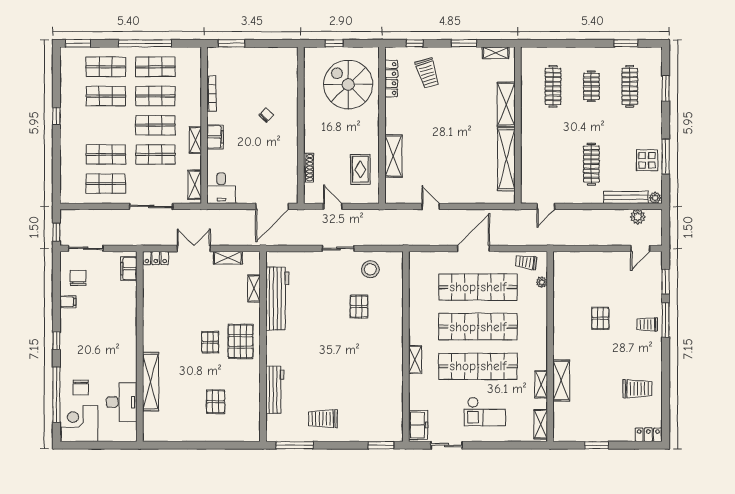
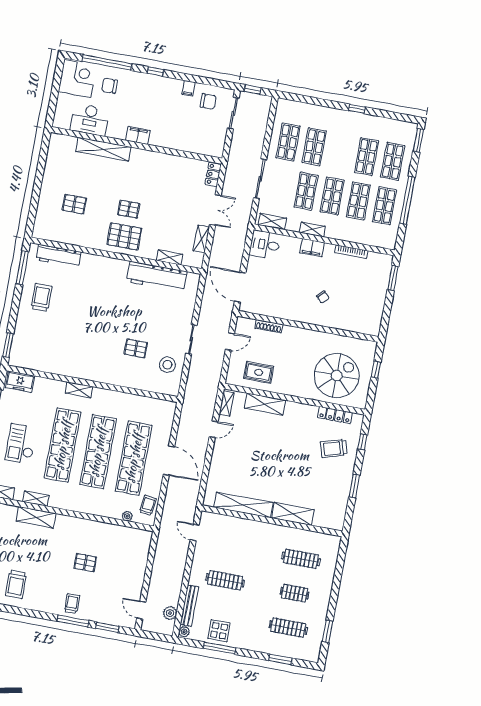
shelving: (496, 53) -> (227, 403), moved
filing cabinet: (129, 269) -> (138, 135), moved
workbench: (275, 390) -> (59, 256), moved

